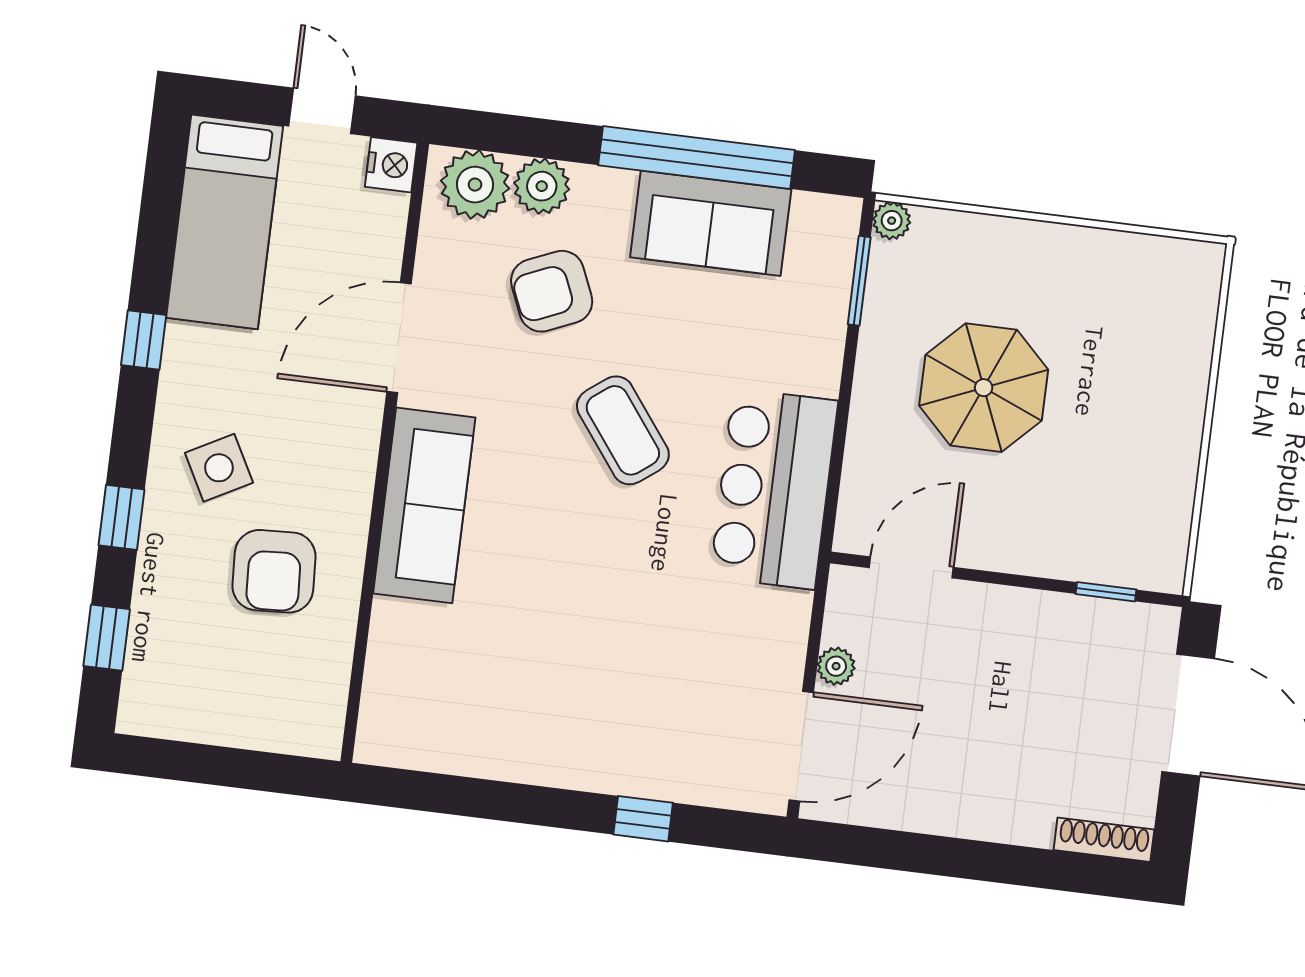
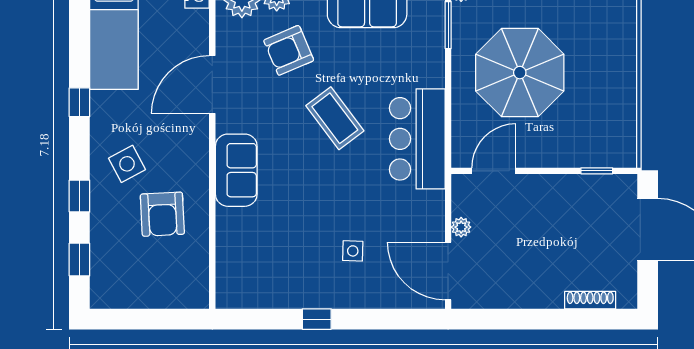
parasol: (984, 388) -> (520, 73), width x1.36, depth x1.36
sofa: (424, 505) -> (236, 170), width x0.73
side table: (626, 686) -> (353, 251), added
door: (801, 746) -> (448, 271), swing flipped
window: (643, 819) -> (317, 319), moved
shoe rack: (1104, 840) -> (590, 300), moved

